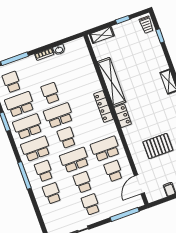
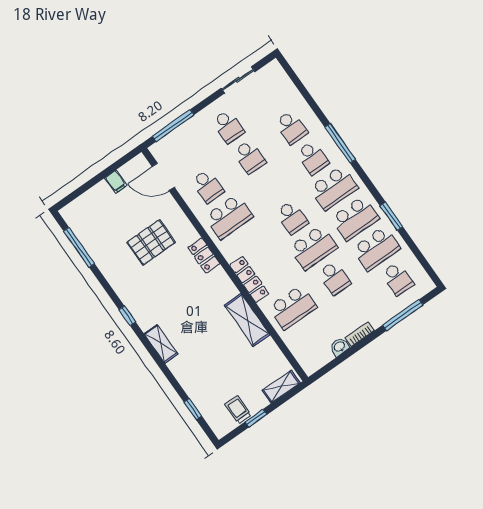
trolley: (146, 25) -> (238, 410), moved
shelving: (112, 82) -> (247, 320), width x0.68
locker: (123, 116) -> (204, 255), moved
school desk: (75, 160) -> (293, 307), moved
door: (139, 184) -> (163, 177), swing flipped

